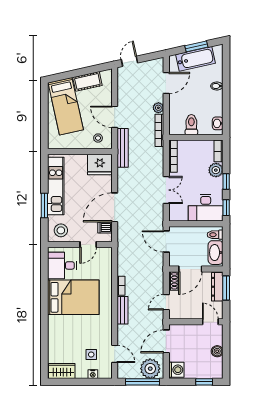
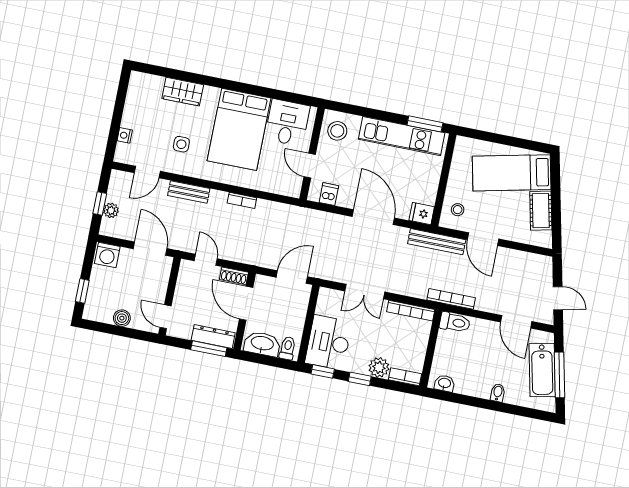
window: (196, 46) -> (560, 375), width x1.44
door: (130, 61) -> (558, 298), moved
plant: (158, 108) -> (483, 304), removed
door: (115, 117) -> (483, 239), swing flipped
toilet: (191, 125) -> (455, 322), moved
fridge: (100, 164) -> (422, 214), width x0.53, depth x0.75
window: (44, 206) -> (425, 124), moved
door: (115, 207) -> (373, 217), moved
bench: (122, 310) -> (189, 192), moved
door: (210, 322) -> (166, 317), swing flipped
side table: (91, 355) -> (181, 144), moved
plant: (150, 369) -> (111, 210), width x0.53, depth x0.53
wardrobe: (62, 371) -> (183, 92), moved, turned 90
window: (142, 382) -> (100, 204), width x0.46

